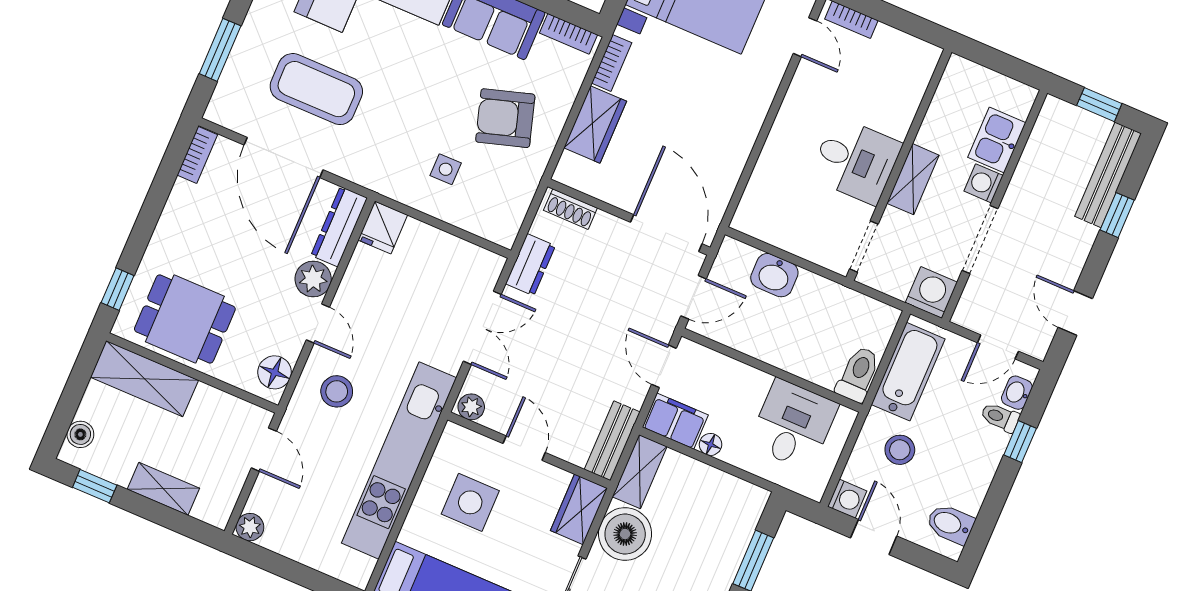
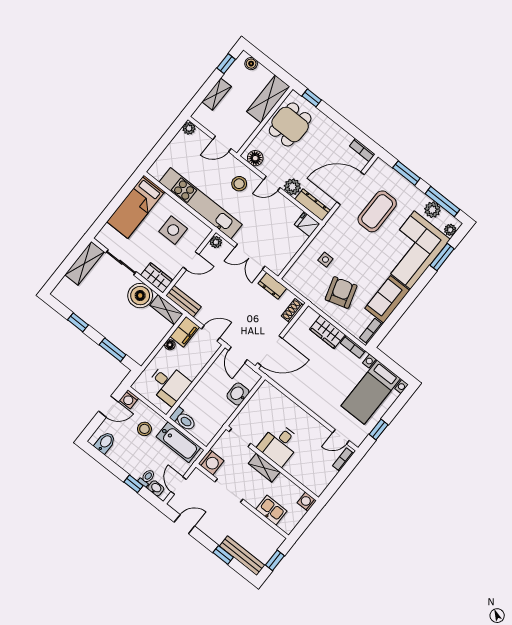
washing machine: (984, 183) -> (307, 502), moved, turned -90

